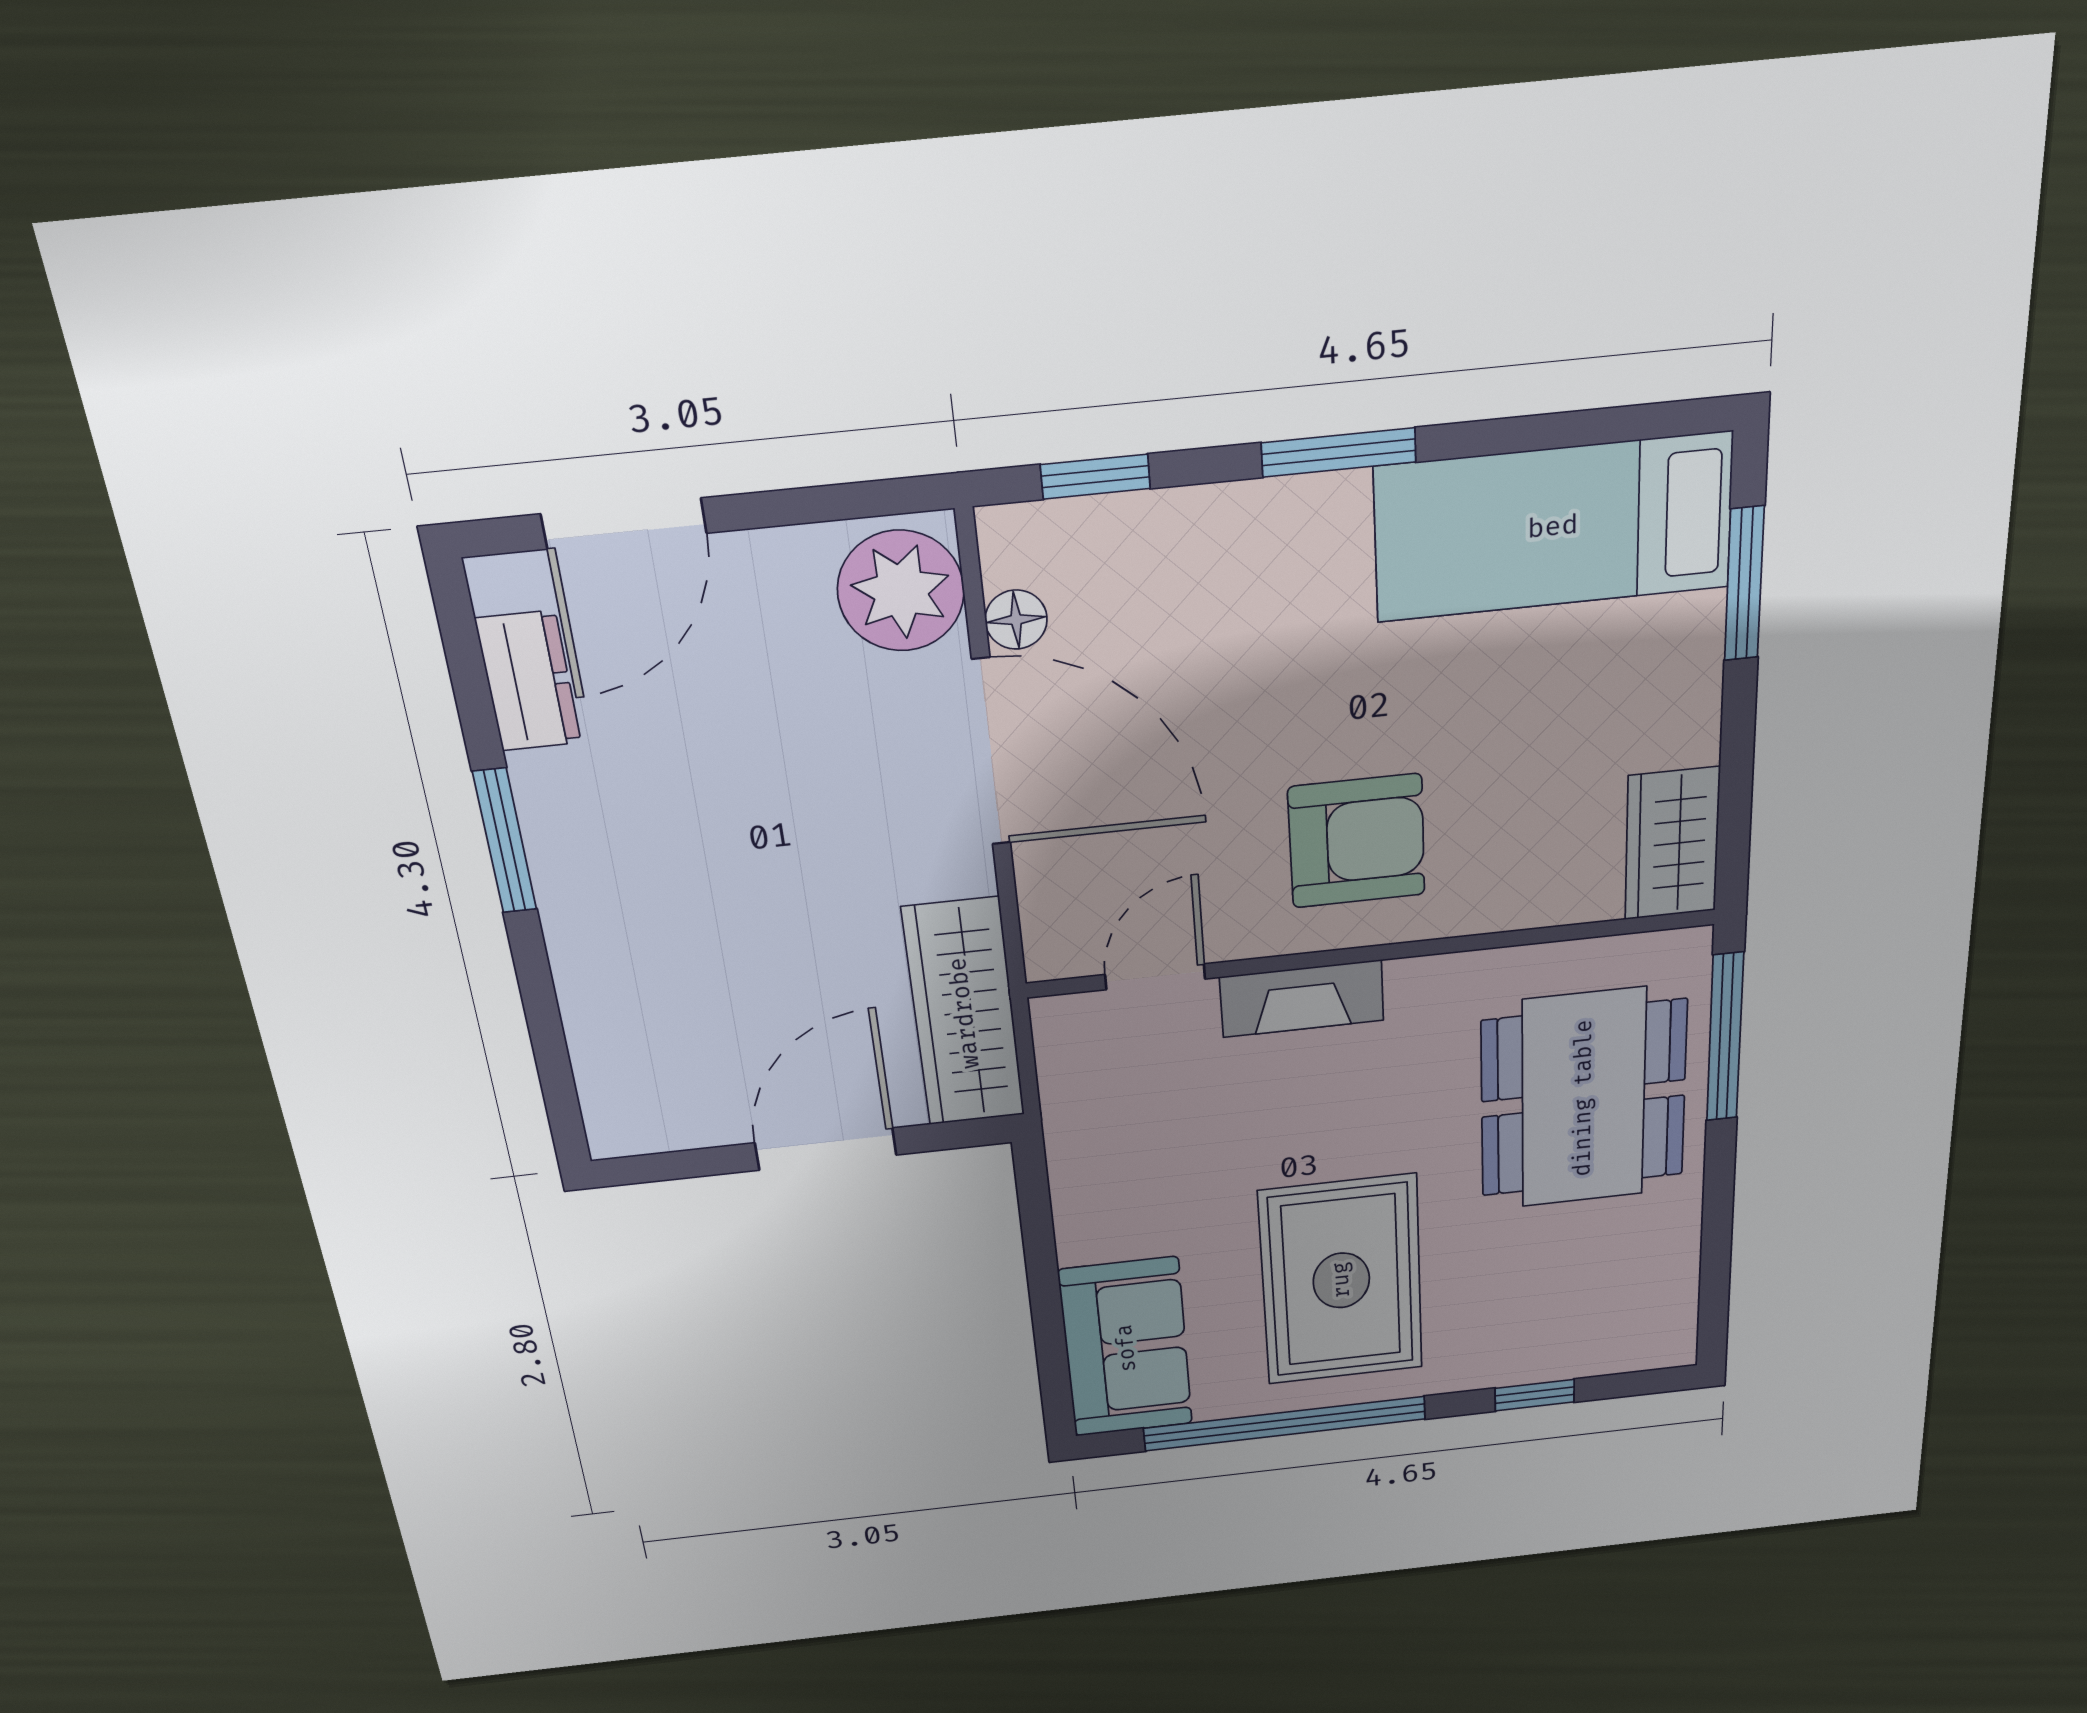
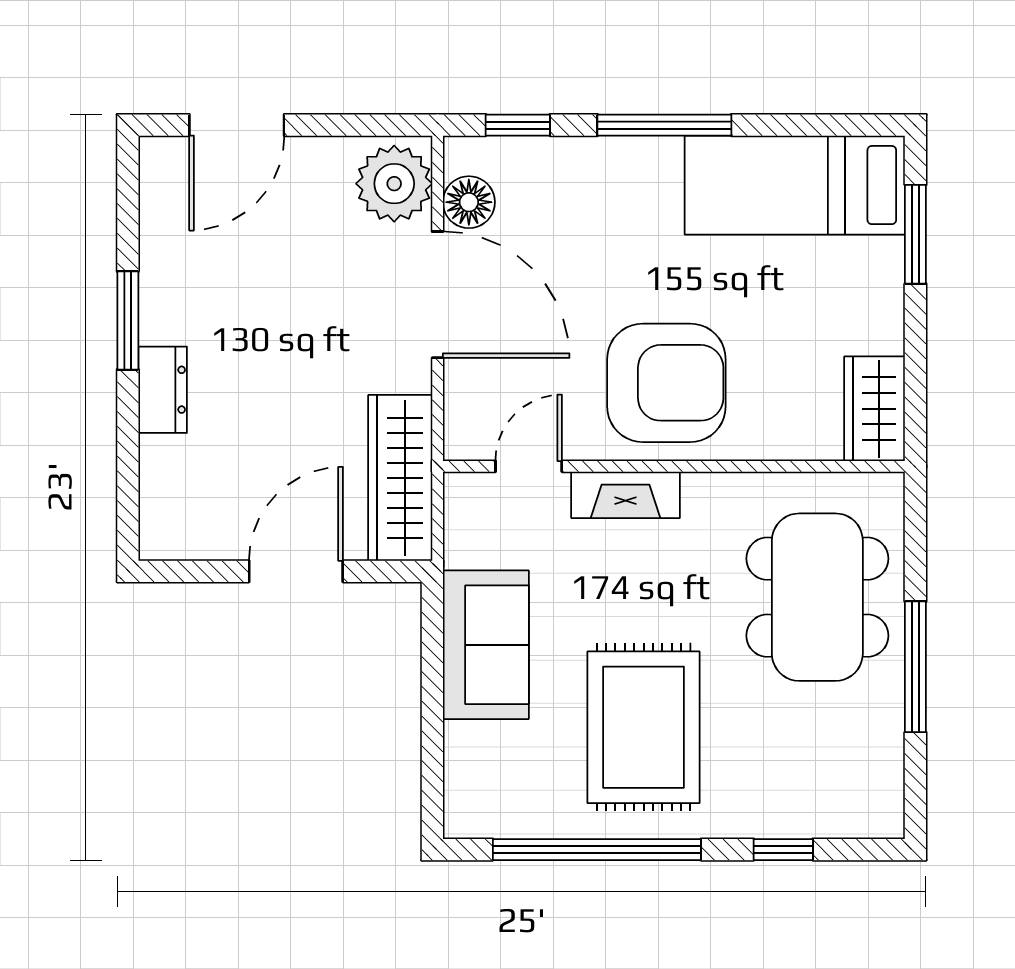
window: (1339, 452) -> (664, 125), width x1.44
floor lamp: (1016, 620) -> (469, 202), width x1.37, depth x1.37
dresser: (528, 681) -> (163, 390), moved
armchair: (1357, 841) -> (666, 383), width x1.36, depth x1.36
window: (1725, 1037) -> (915, 667), moved
sofa: (1126, 1348) -> (486, 645), moved

